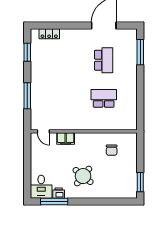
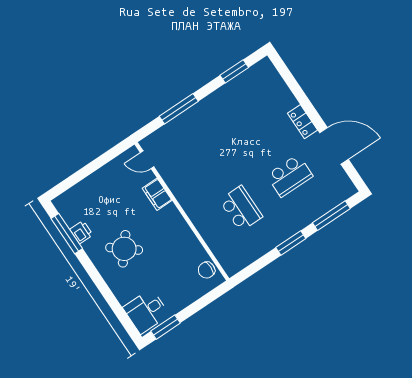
locker: (49, 34) -> (302, 122), moved
window: (140, 84) -> (291, 243), added
door: (43, 131) -> (147, 160), hinge flipped
chair: (112, 150) -> (207, 270), moved
desk: (41, 187) -> (146, 311), moved

